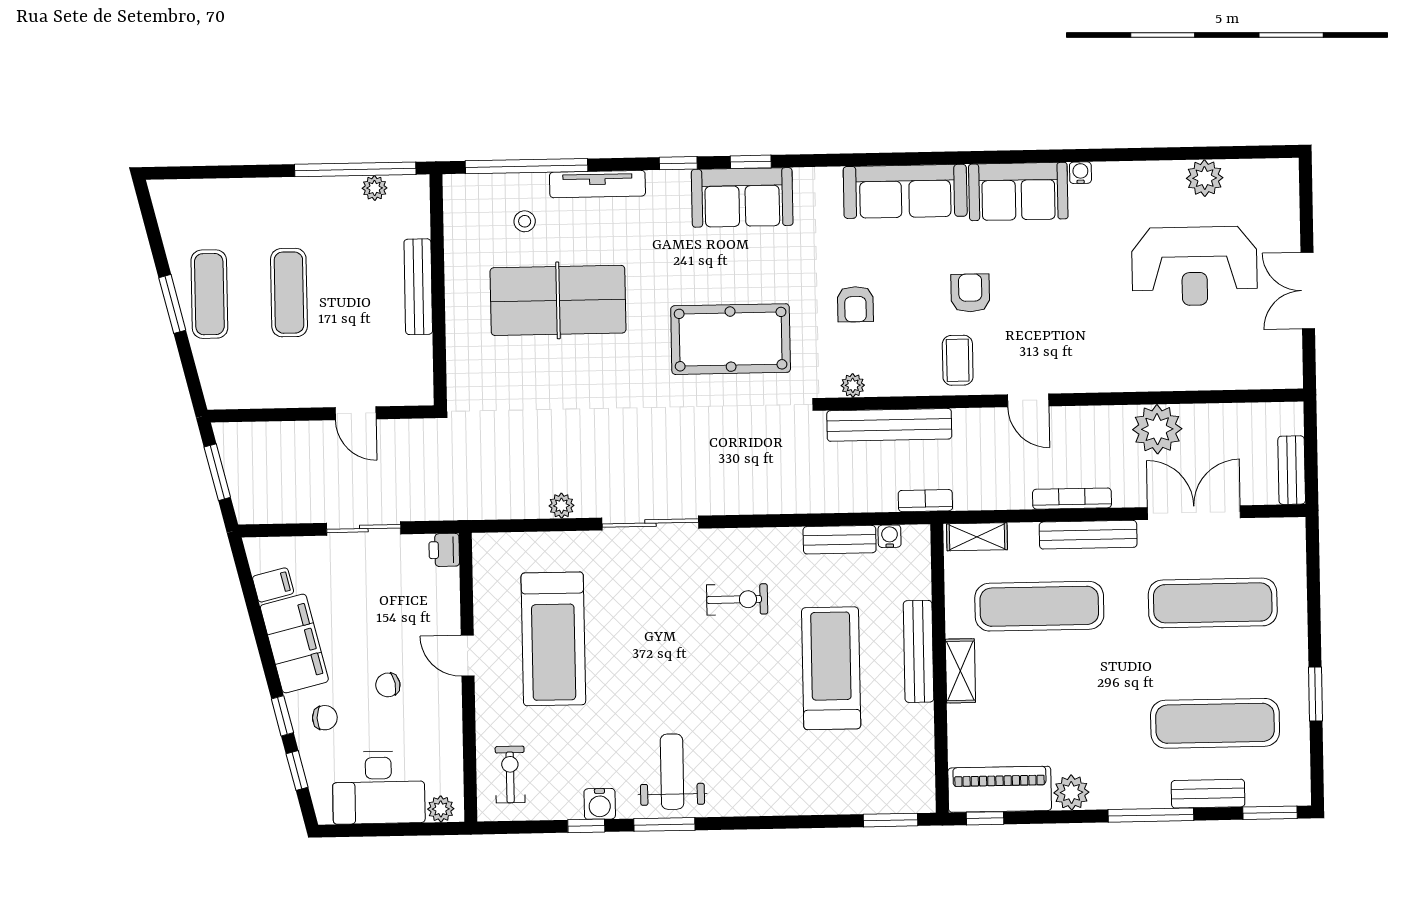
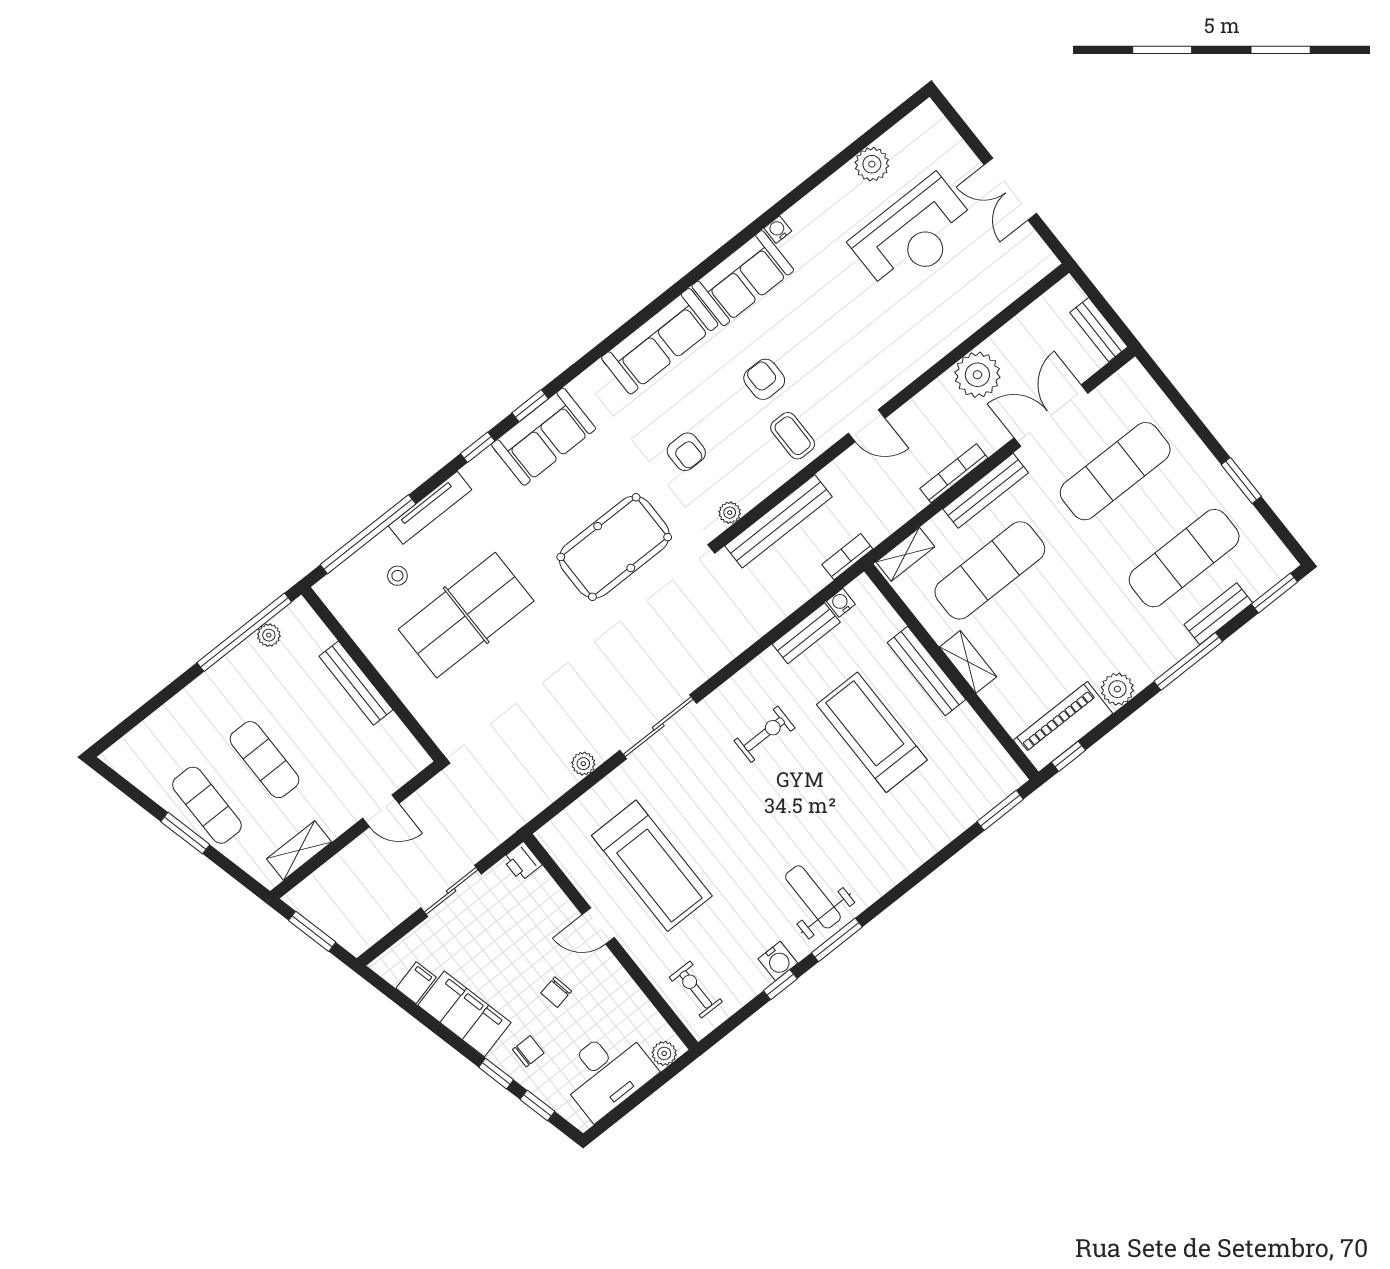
shelving: (259, 394) -> (299, 850), added

